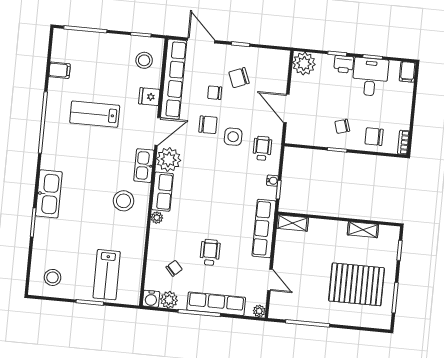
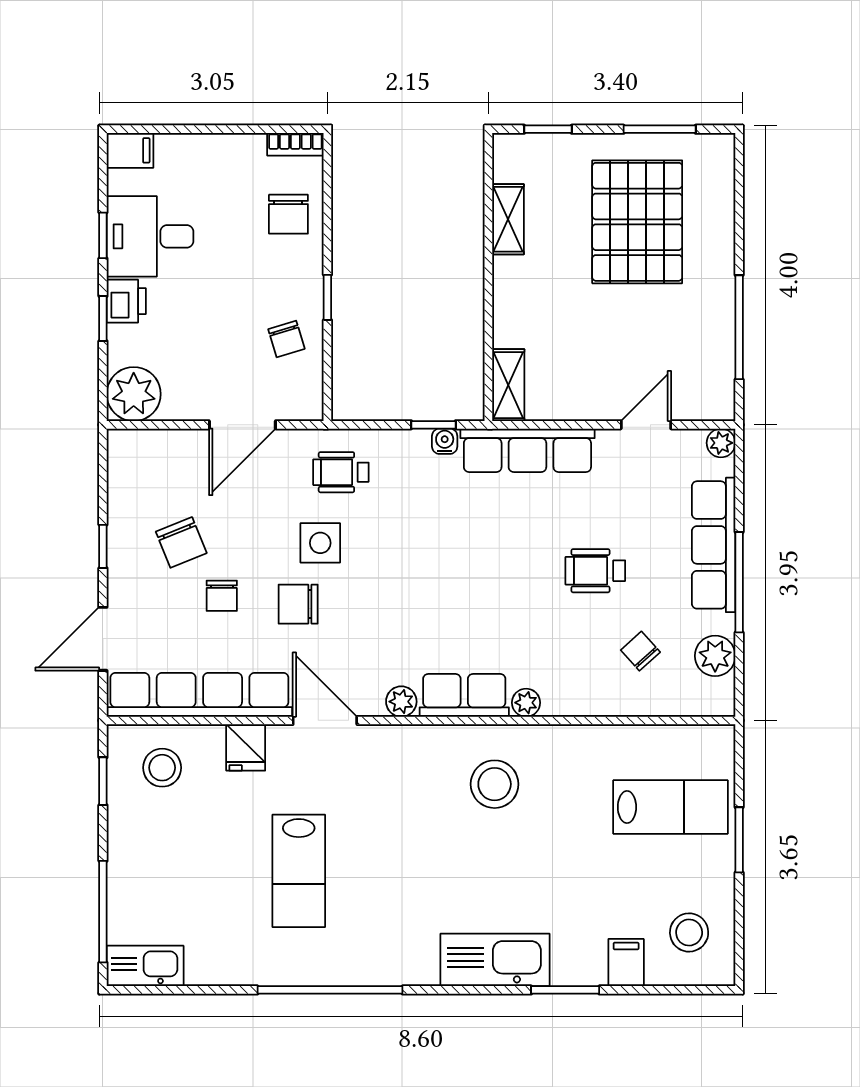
filing cabinet: (60, 70) -> (626, 963), moved
chair: (208, 125) -> (298, 604), turned -90
chair: (342, 126) -> (286, 339), moved
plant: (169, 160) -> (401, 702), width x0.53, depth x0.53
kitchen sink: (144, 166) -> (145, 966), moved, turned 180
water cooler: (272, 181) -> (445, 441), moved
water cooler: (151, 299) -> (717, 698), removed

